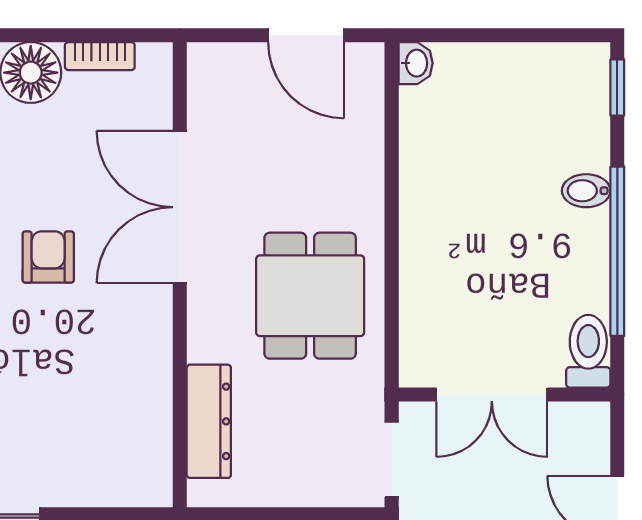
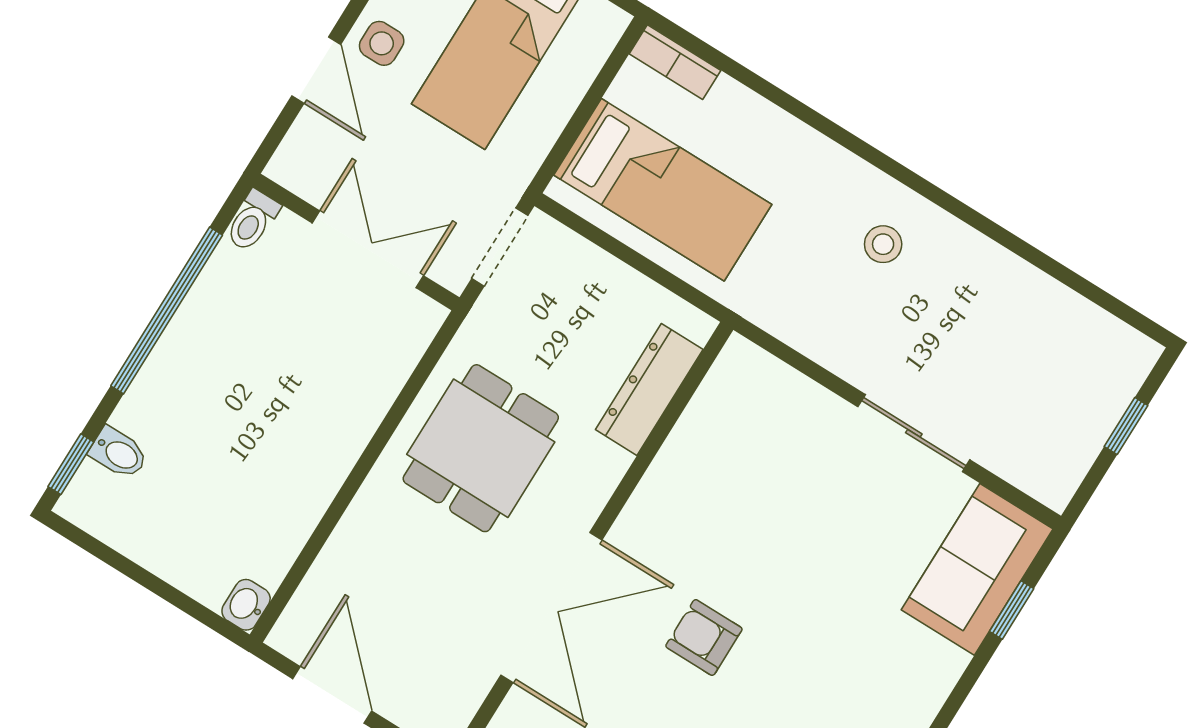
bidet: (586, 191) -> (118, 453), moved
armchair: (48, 257) -> (704, 638), turned 90
toilet: (588, 351) -> (252, 221), width x0.73, depth x0.72

